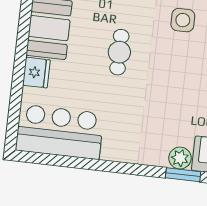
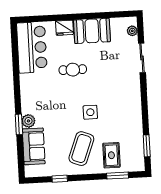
side table: (183, 20) -> (90, 112), moved
cafe table: (119, 52) -> (73, 70), moved

